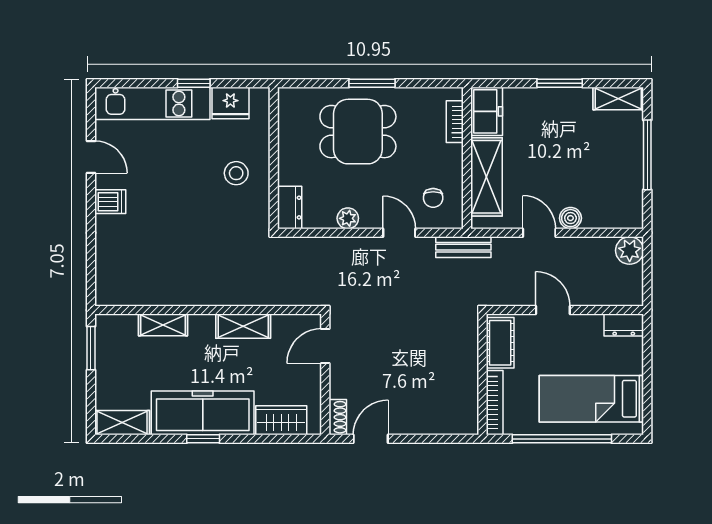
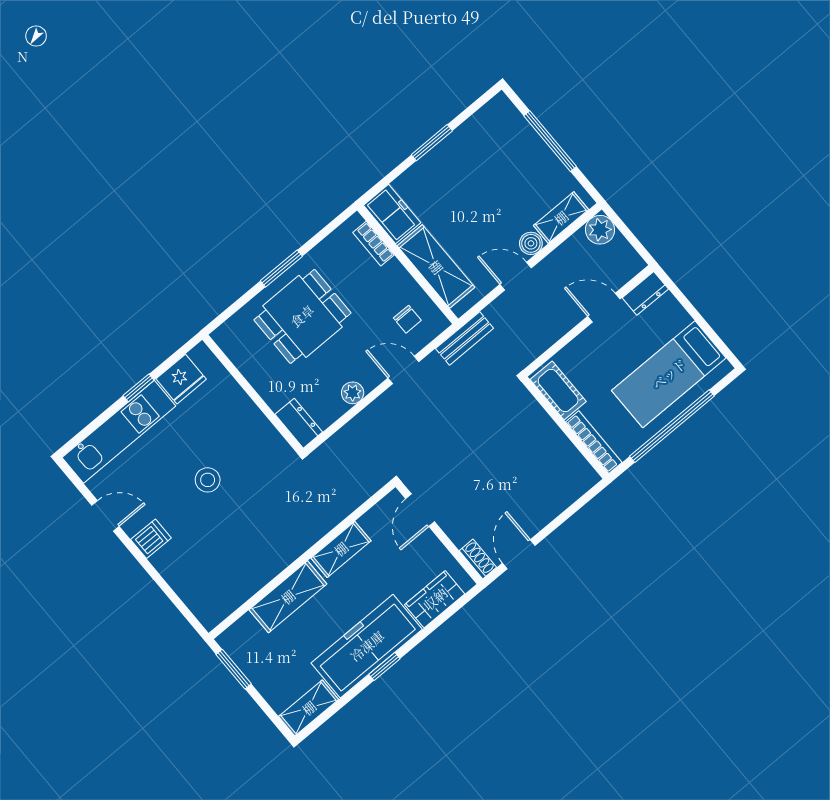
shelving: (618, 99) -> (561, 218), moved
stool: (236, 173) -> (208, 480), moved
door: (553, 310) -> (604, 308), moved
shelving: (163, 325) -> (288, 597), width x1.50, depth x1.33

